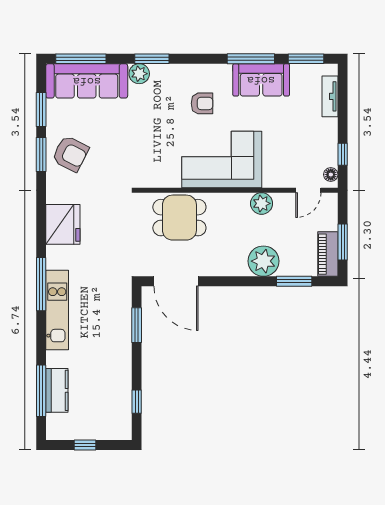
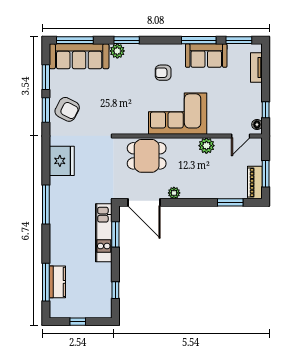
armchair: (202, 103) -> (163, 73), turned 180
plant: (263, 261) -> (174, 193), moved, width x0.53, depth x0.53
kitchen unit: (57, 310) -> (104, 233), moved, turned 180

